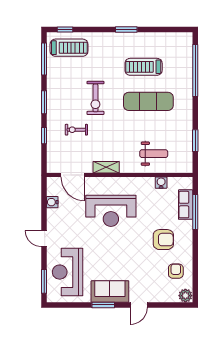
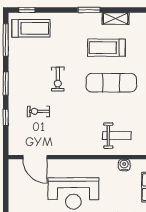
exercise bike: (95, 98) -> (58, 79), width x0.73, depth x0.72
shelving: (106, 167) -> (116, 18), moved
water cooler: (52, 202) -> (14, 185), removed

